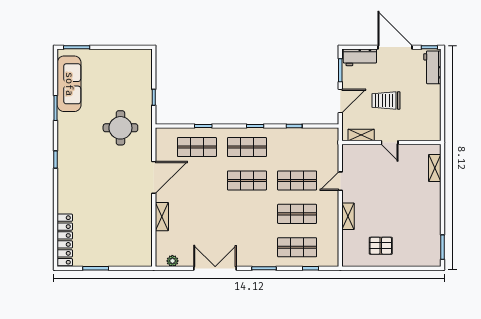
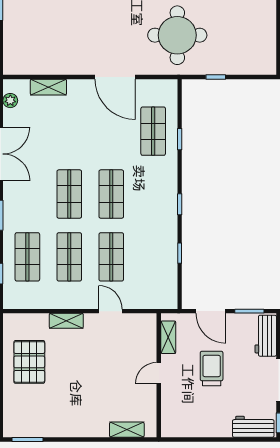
round table: (120, 128) -> (177, 35), width x1.36, depth x1.36
shop shelf: (247, 147) -> (69, 194), moved
shelving: (162, 217) -> (48, 87), moved
pallet: (381, 246) -> (29, 362), width x1.50, depth x1.42

